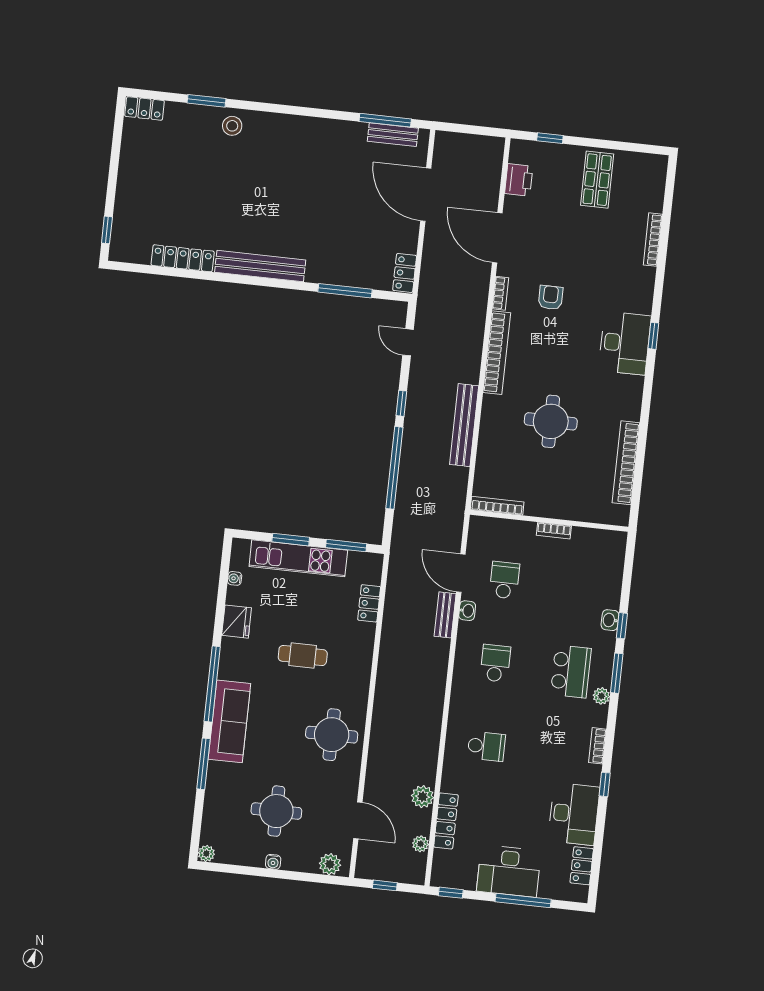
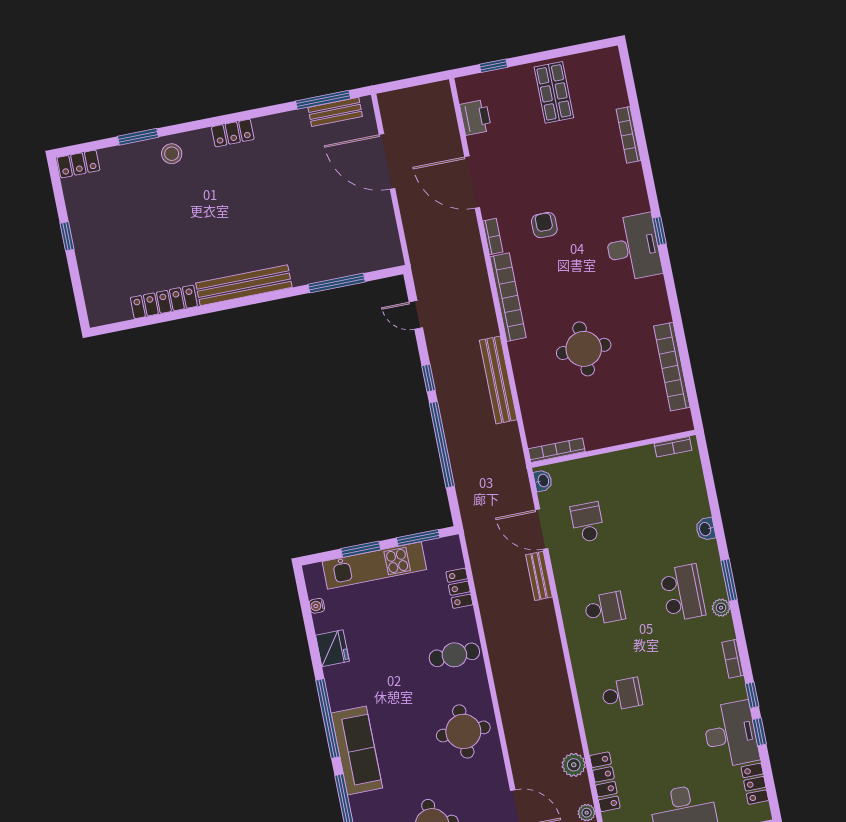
window: (107, 230) -> (67, 236), moved
locker: (405, 273) -> (233, 133), moved, turned -90
bookcase: (554, 531) -> (673, 447), moved
washbasin: (467, 611) -> (543, 481), moved
window: (622, 626) -> (759, 732), moved
cafe table: (303, 655) -> (454, 655), moved
school desk: (495, 663) -> (605, 608), turned 90

